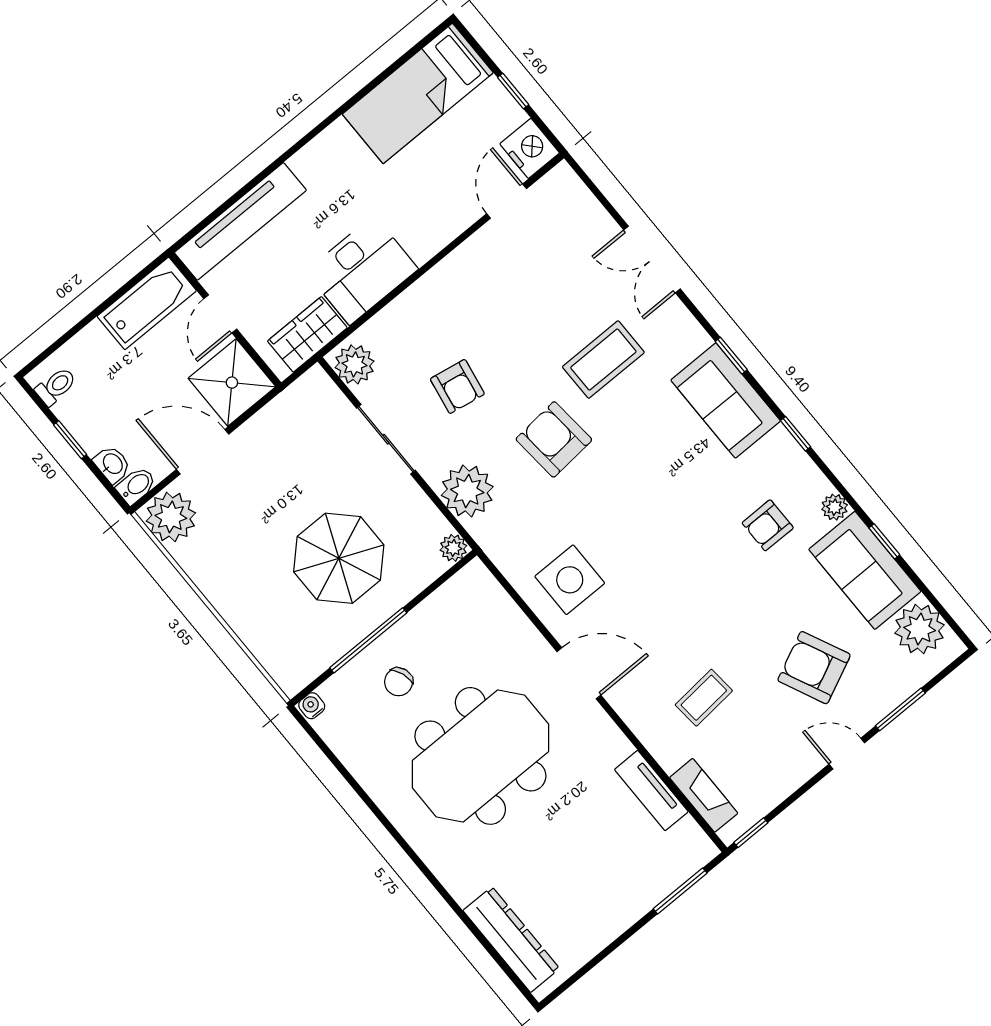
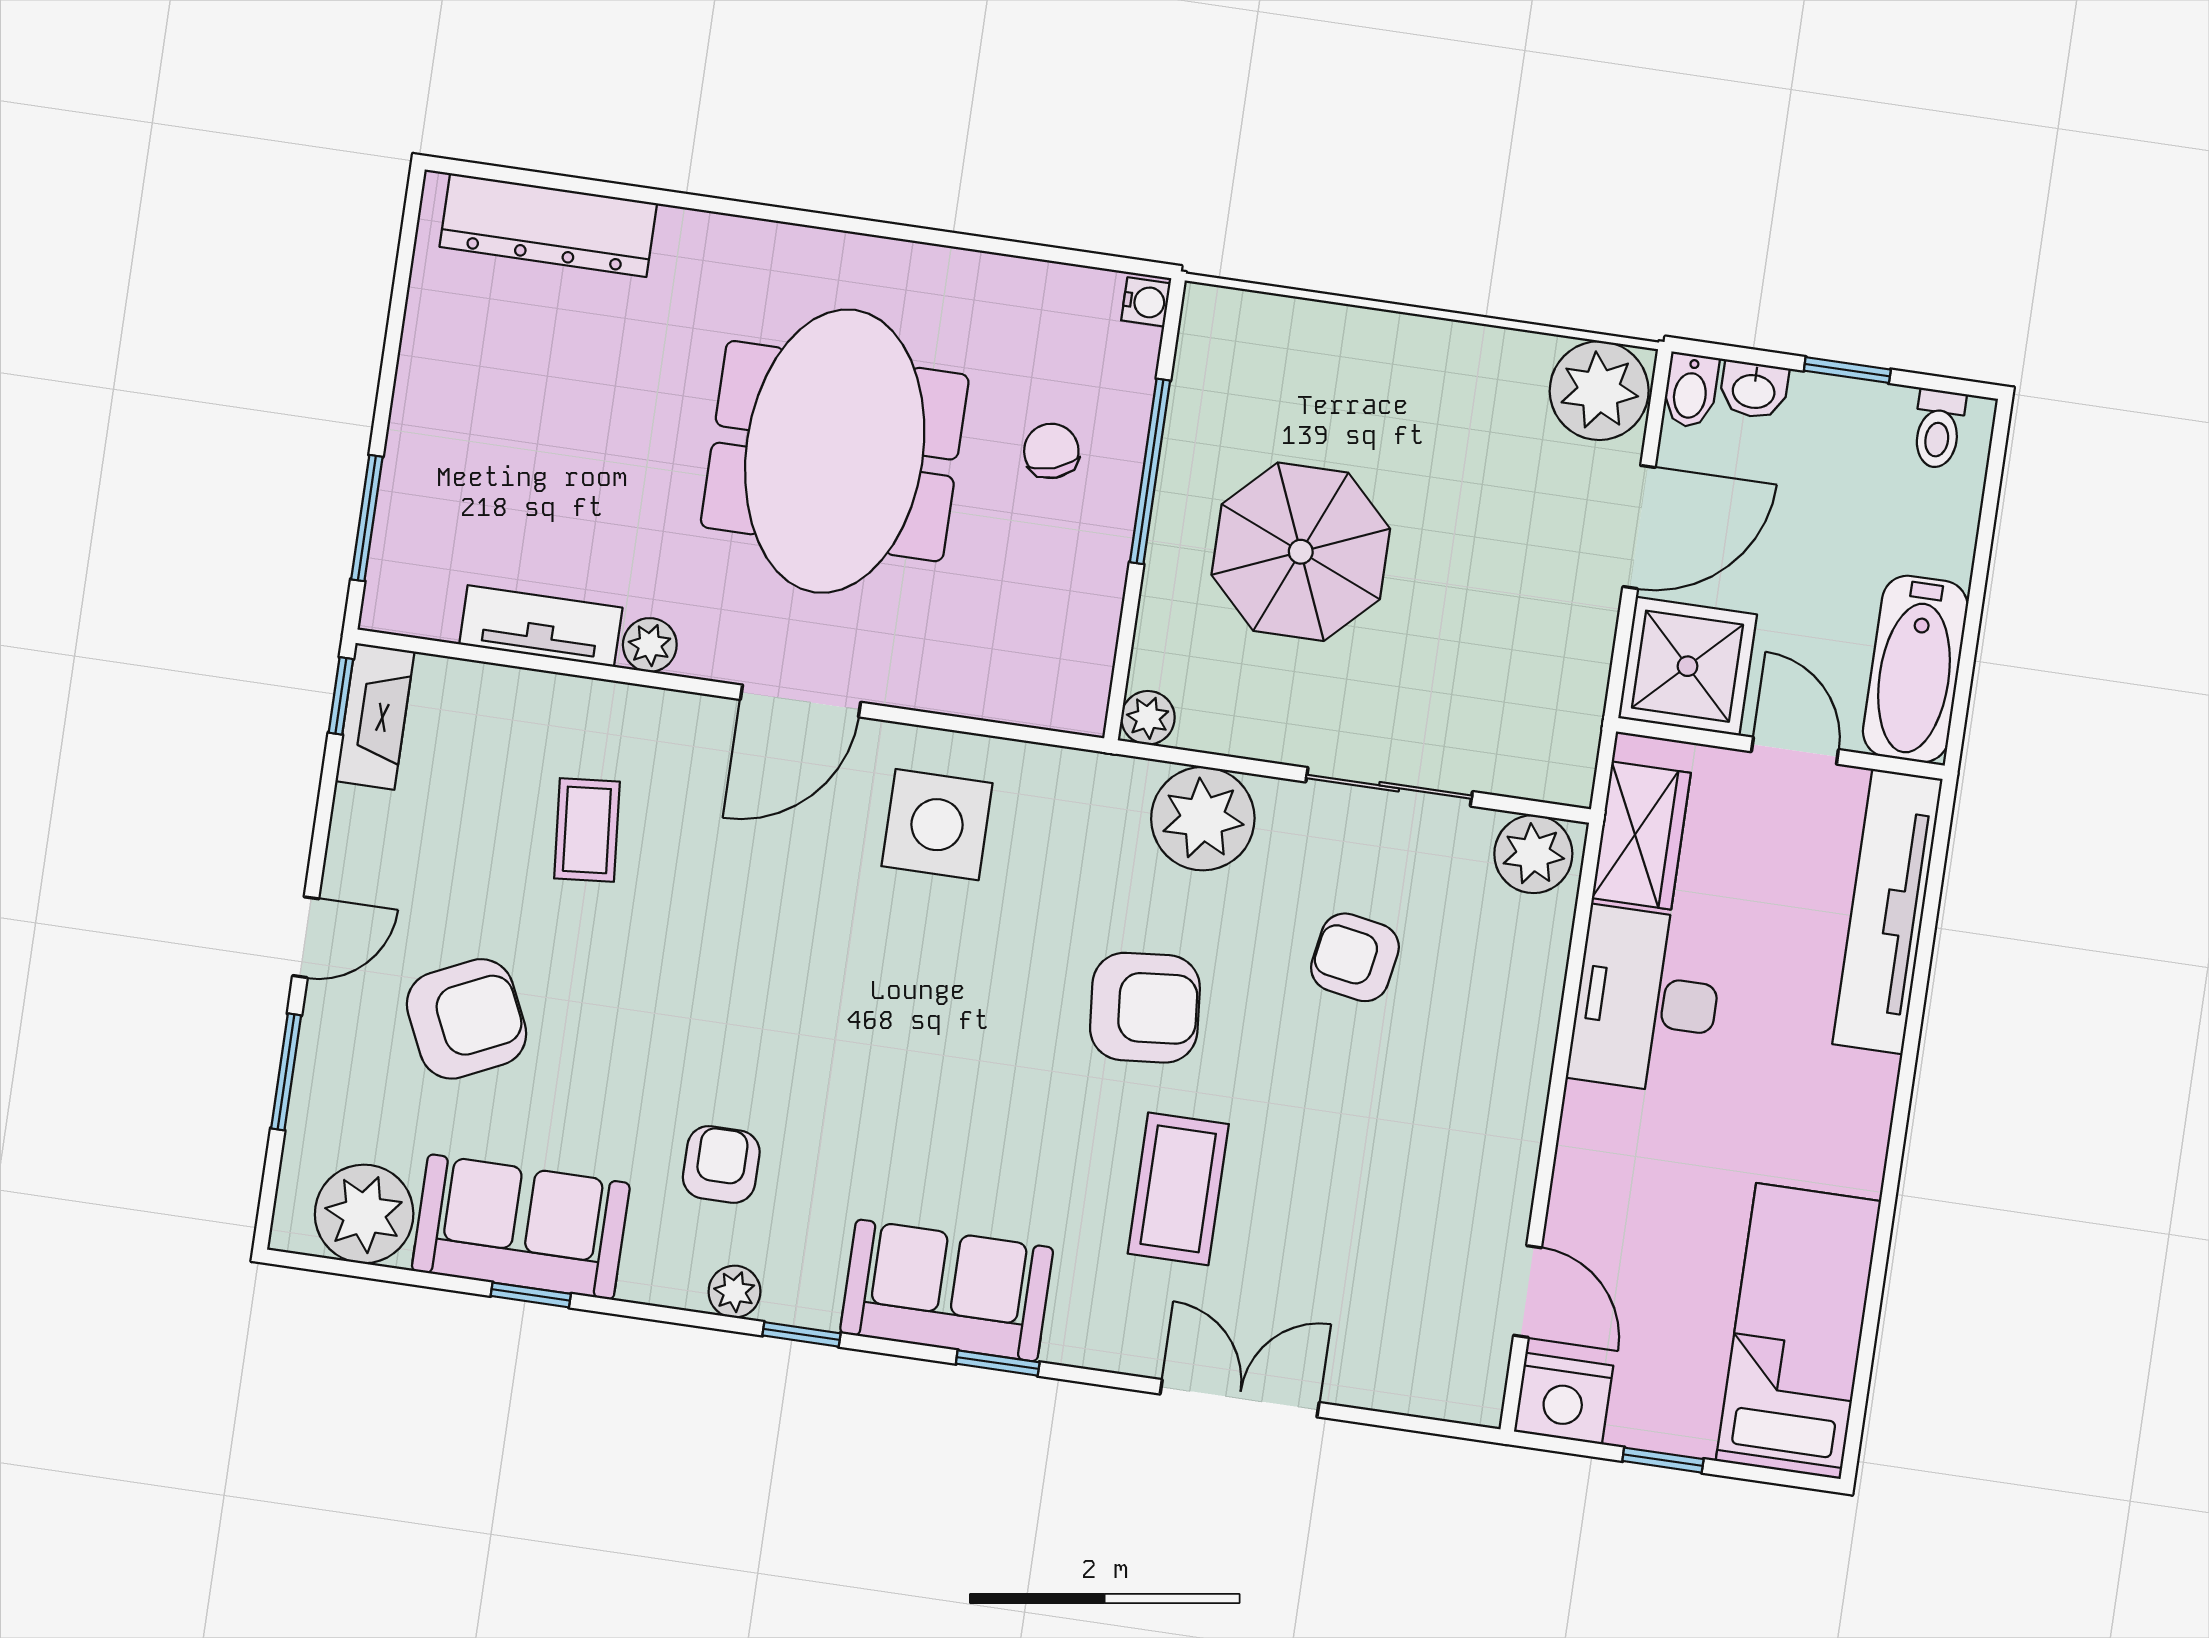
plant: (835, 507) -> (734, 1292), moved
plant: (617, 746) -> (650, 645), added
fireplace: (704, 795) -> (375, 716), moved, turned -90

